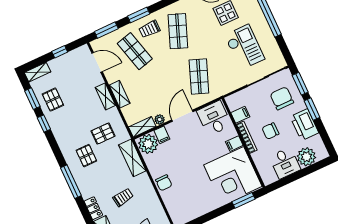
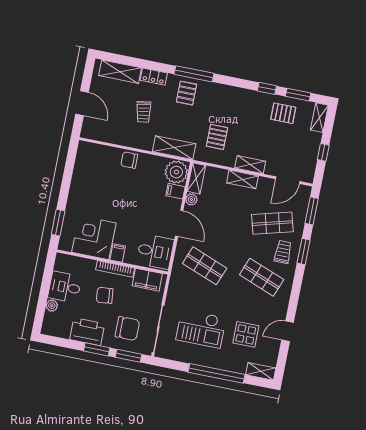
filing cabinet: (240, 115) -> (147, 280), width x2.00
chair: (270, 131) -> (105, 295), turned -96
pallet: (86, 156) -> (186, 93), moved, turned 90
plant: (306, 157) -> (52, 306), width x0.53, depth x0.53
corner desk: (233, 176) -> (94, 238), width x0.74, depth x0.74

